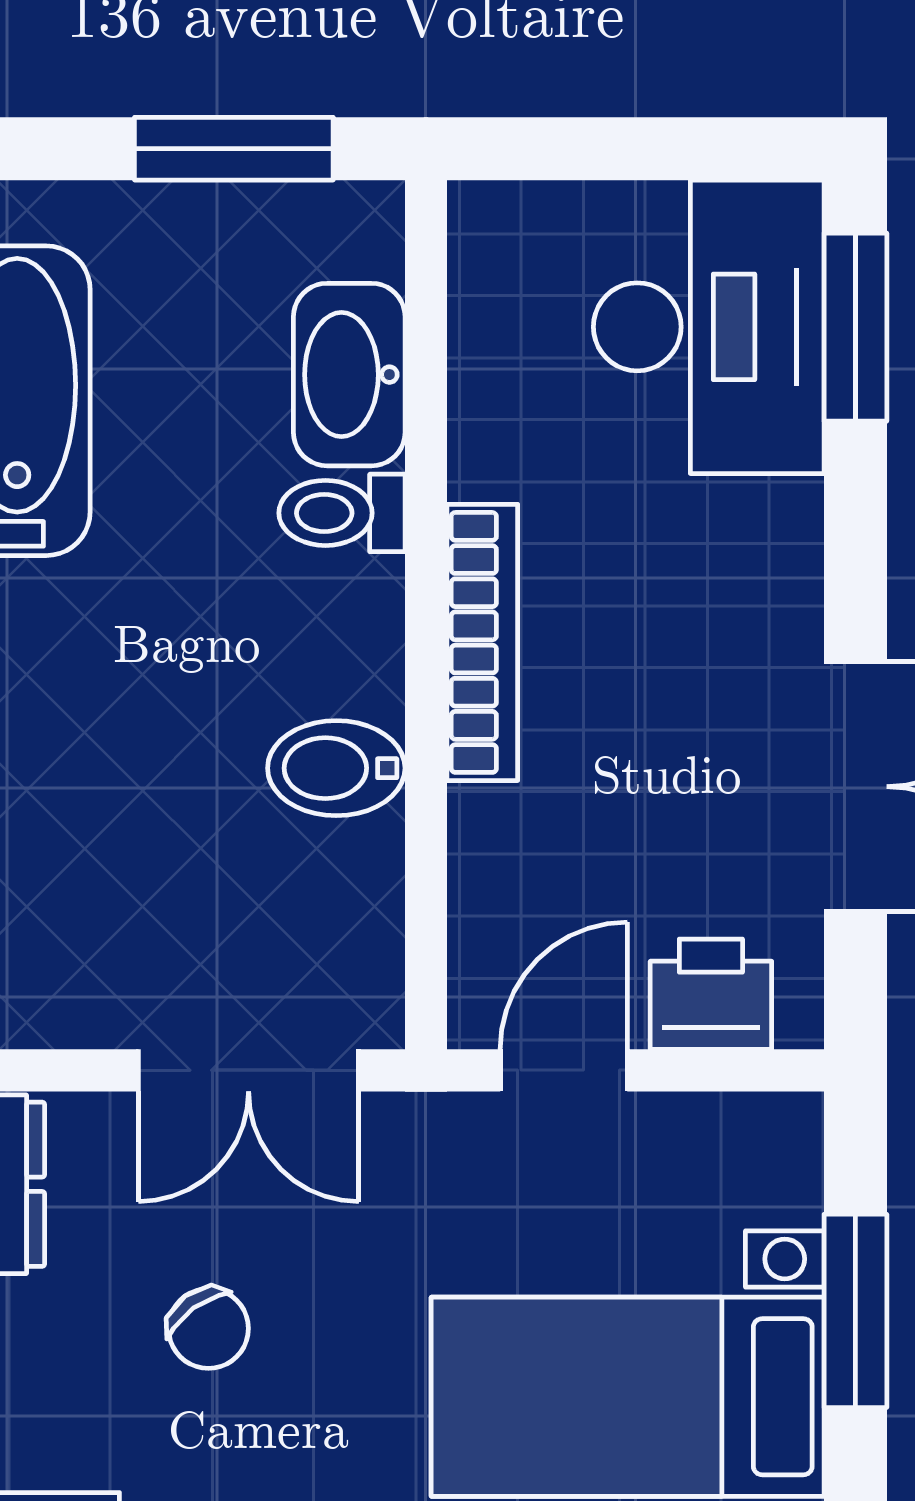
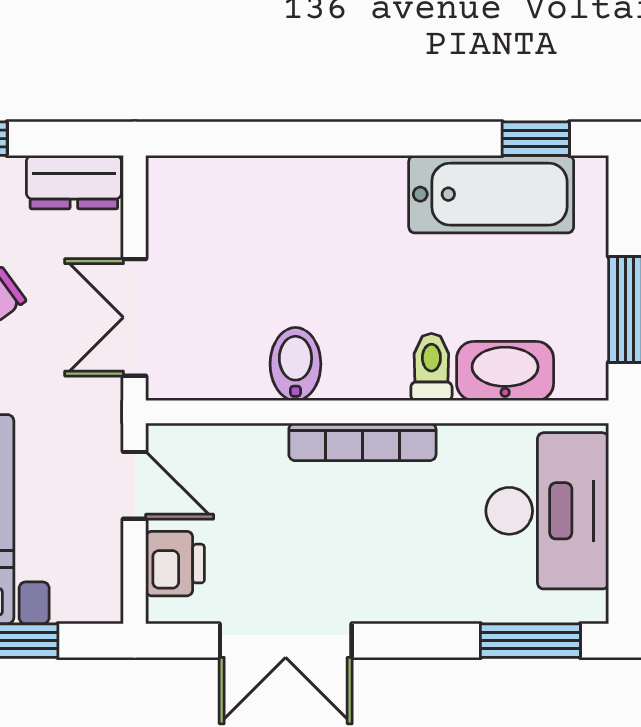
desk: (709, 327) -> (547, 511), moved, turned -90

